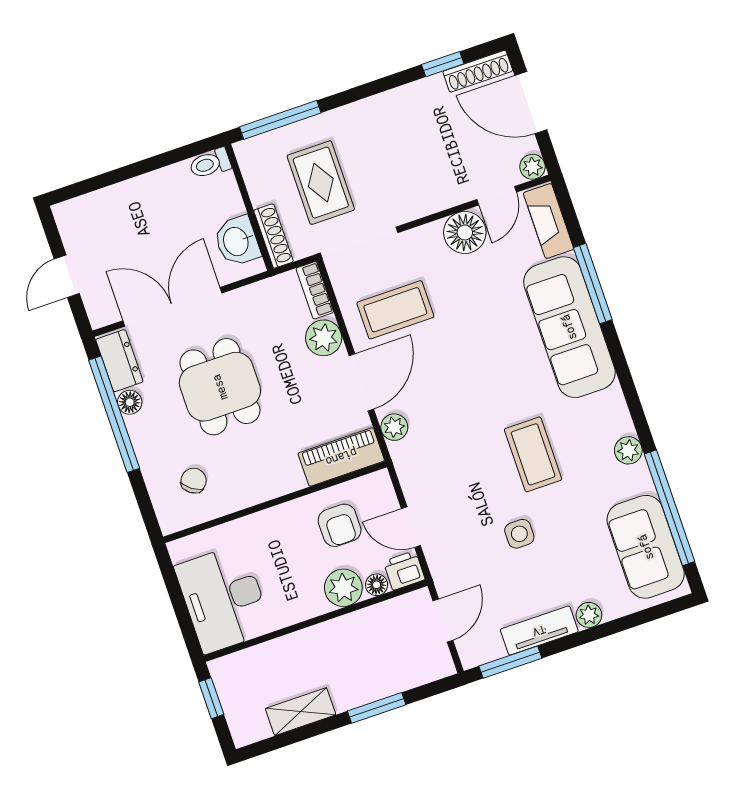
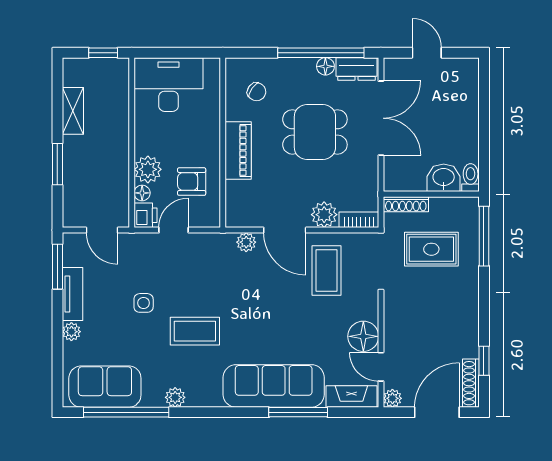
washbasin: (237, 241) -> (444, 178), moved
piano: (341, 457) -> (238, 150), moved

